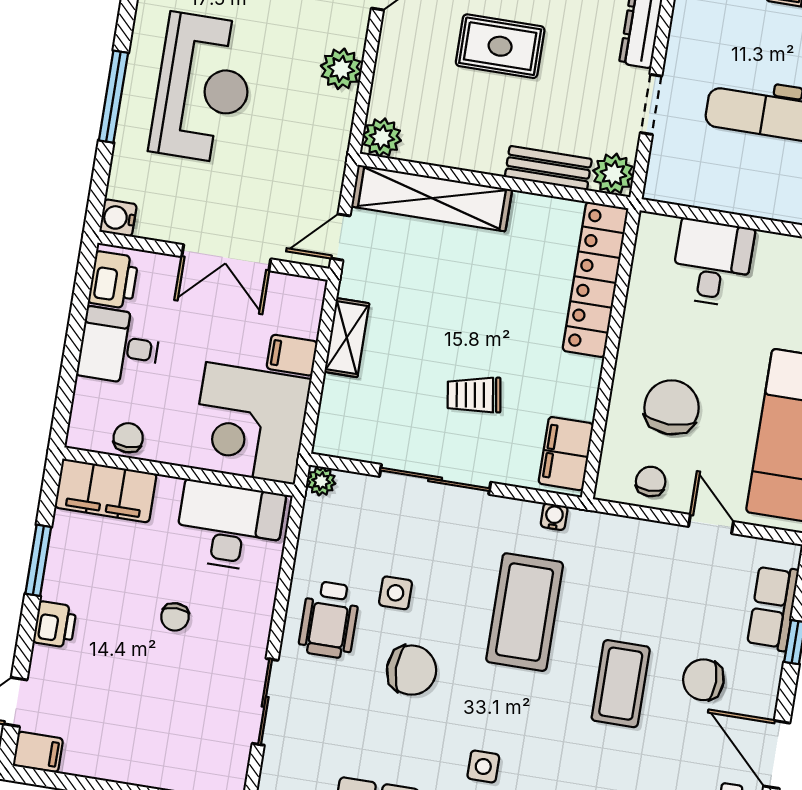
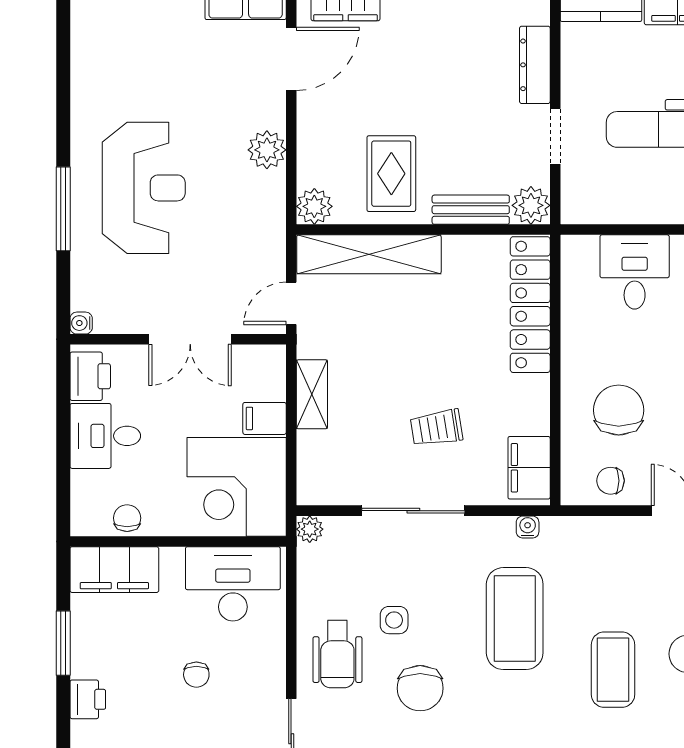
rug: (500, 46) -> (391, 174), moved, turned 90
water cooler: (118, 218) -> (81, 323), width x0.72, depth x0.72
chair: (651, 481) -> (610, 481), turned -90
chair: (412, 670) -> (420, 688), turned 90

